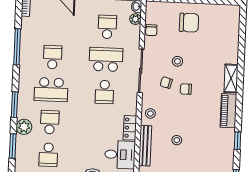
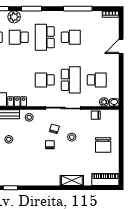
shelving: (231, 78) -> (72, 180), moved
piano: (228, 111) -> (105, 180), moved
school desk: (50, 122) -> (19, 37), turned 180

